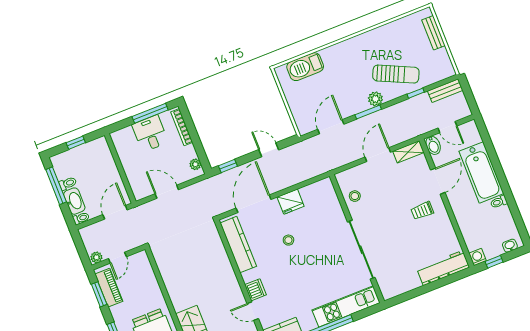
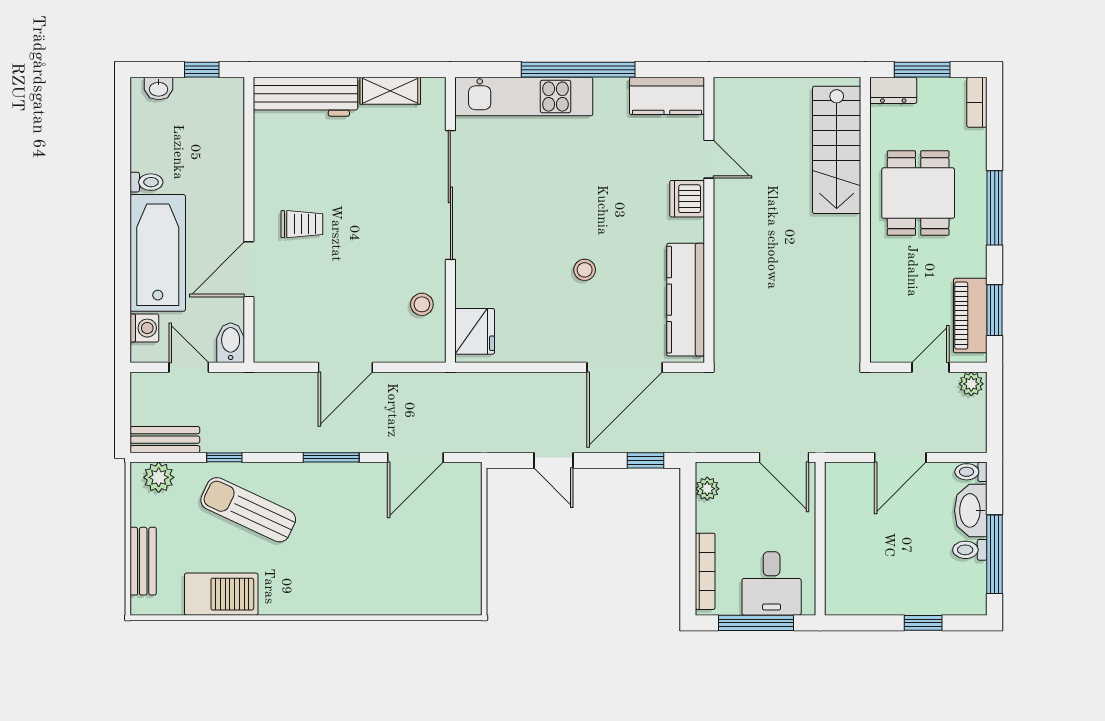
barbecue: (305, 67) -> (221, 594), moved
plant: (375, 99) -> (159, 477), moved
shelving: (408, 152) -> (390, 91), moved
wall: (120, 168) -> (820, 539), moved
fridge: (291, 202) -> (475, 331), moved, turned 90
washing machine: (478, 257) -> (144, 328), moved, turned -90

